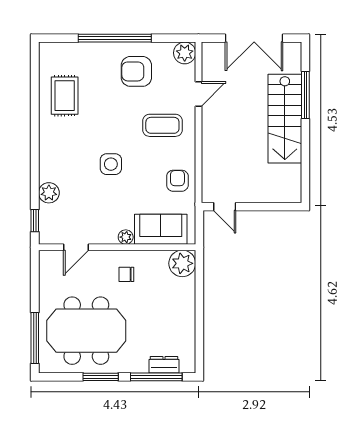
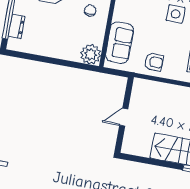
door: (225, 207) -> (124, 117), moved
plant: (126, 237) -> (118, 15), removed

